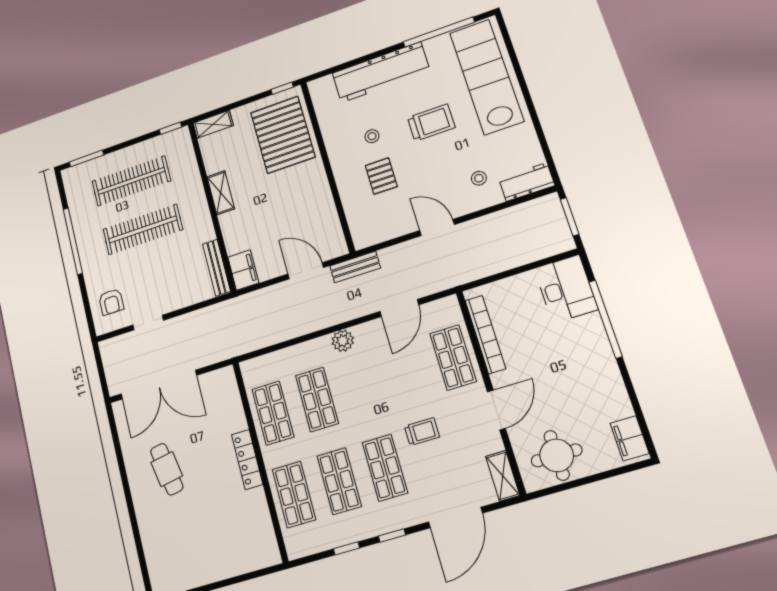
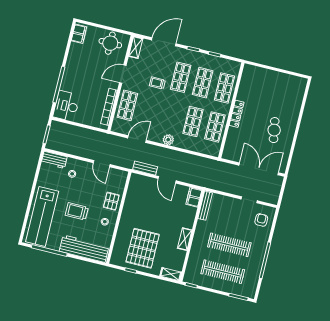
wall: (327, 166) -> (119, 218), moved

